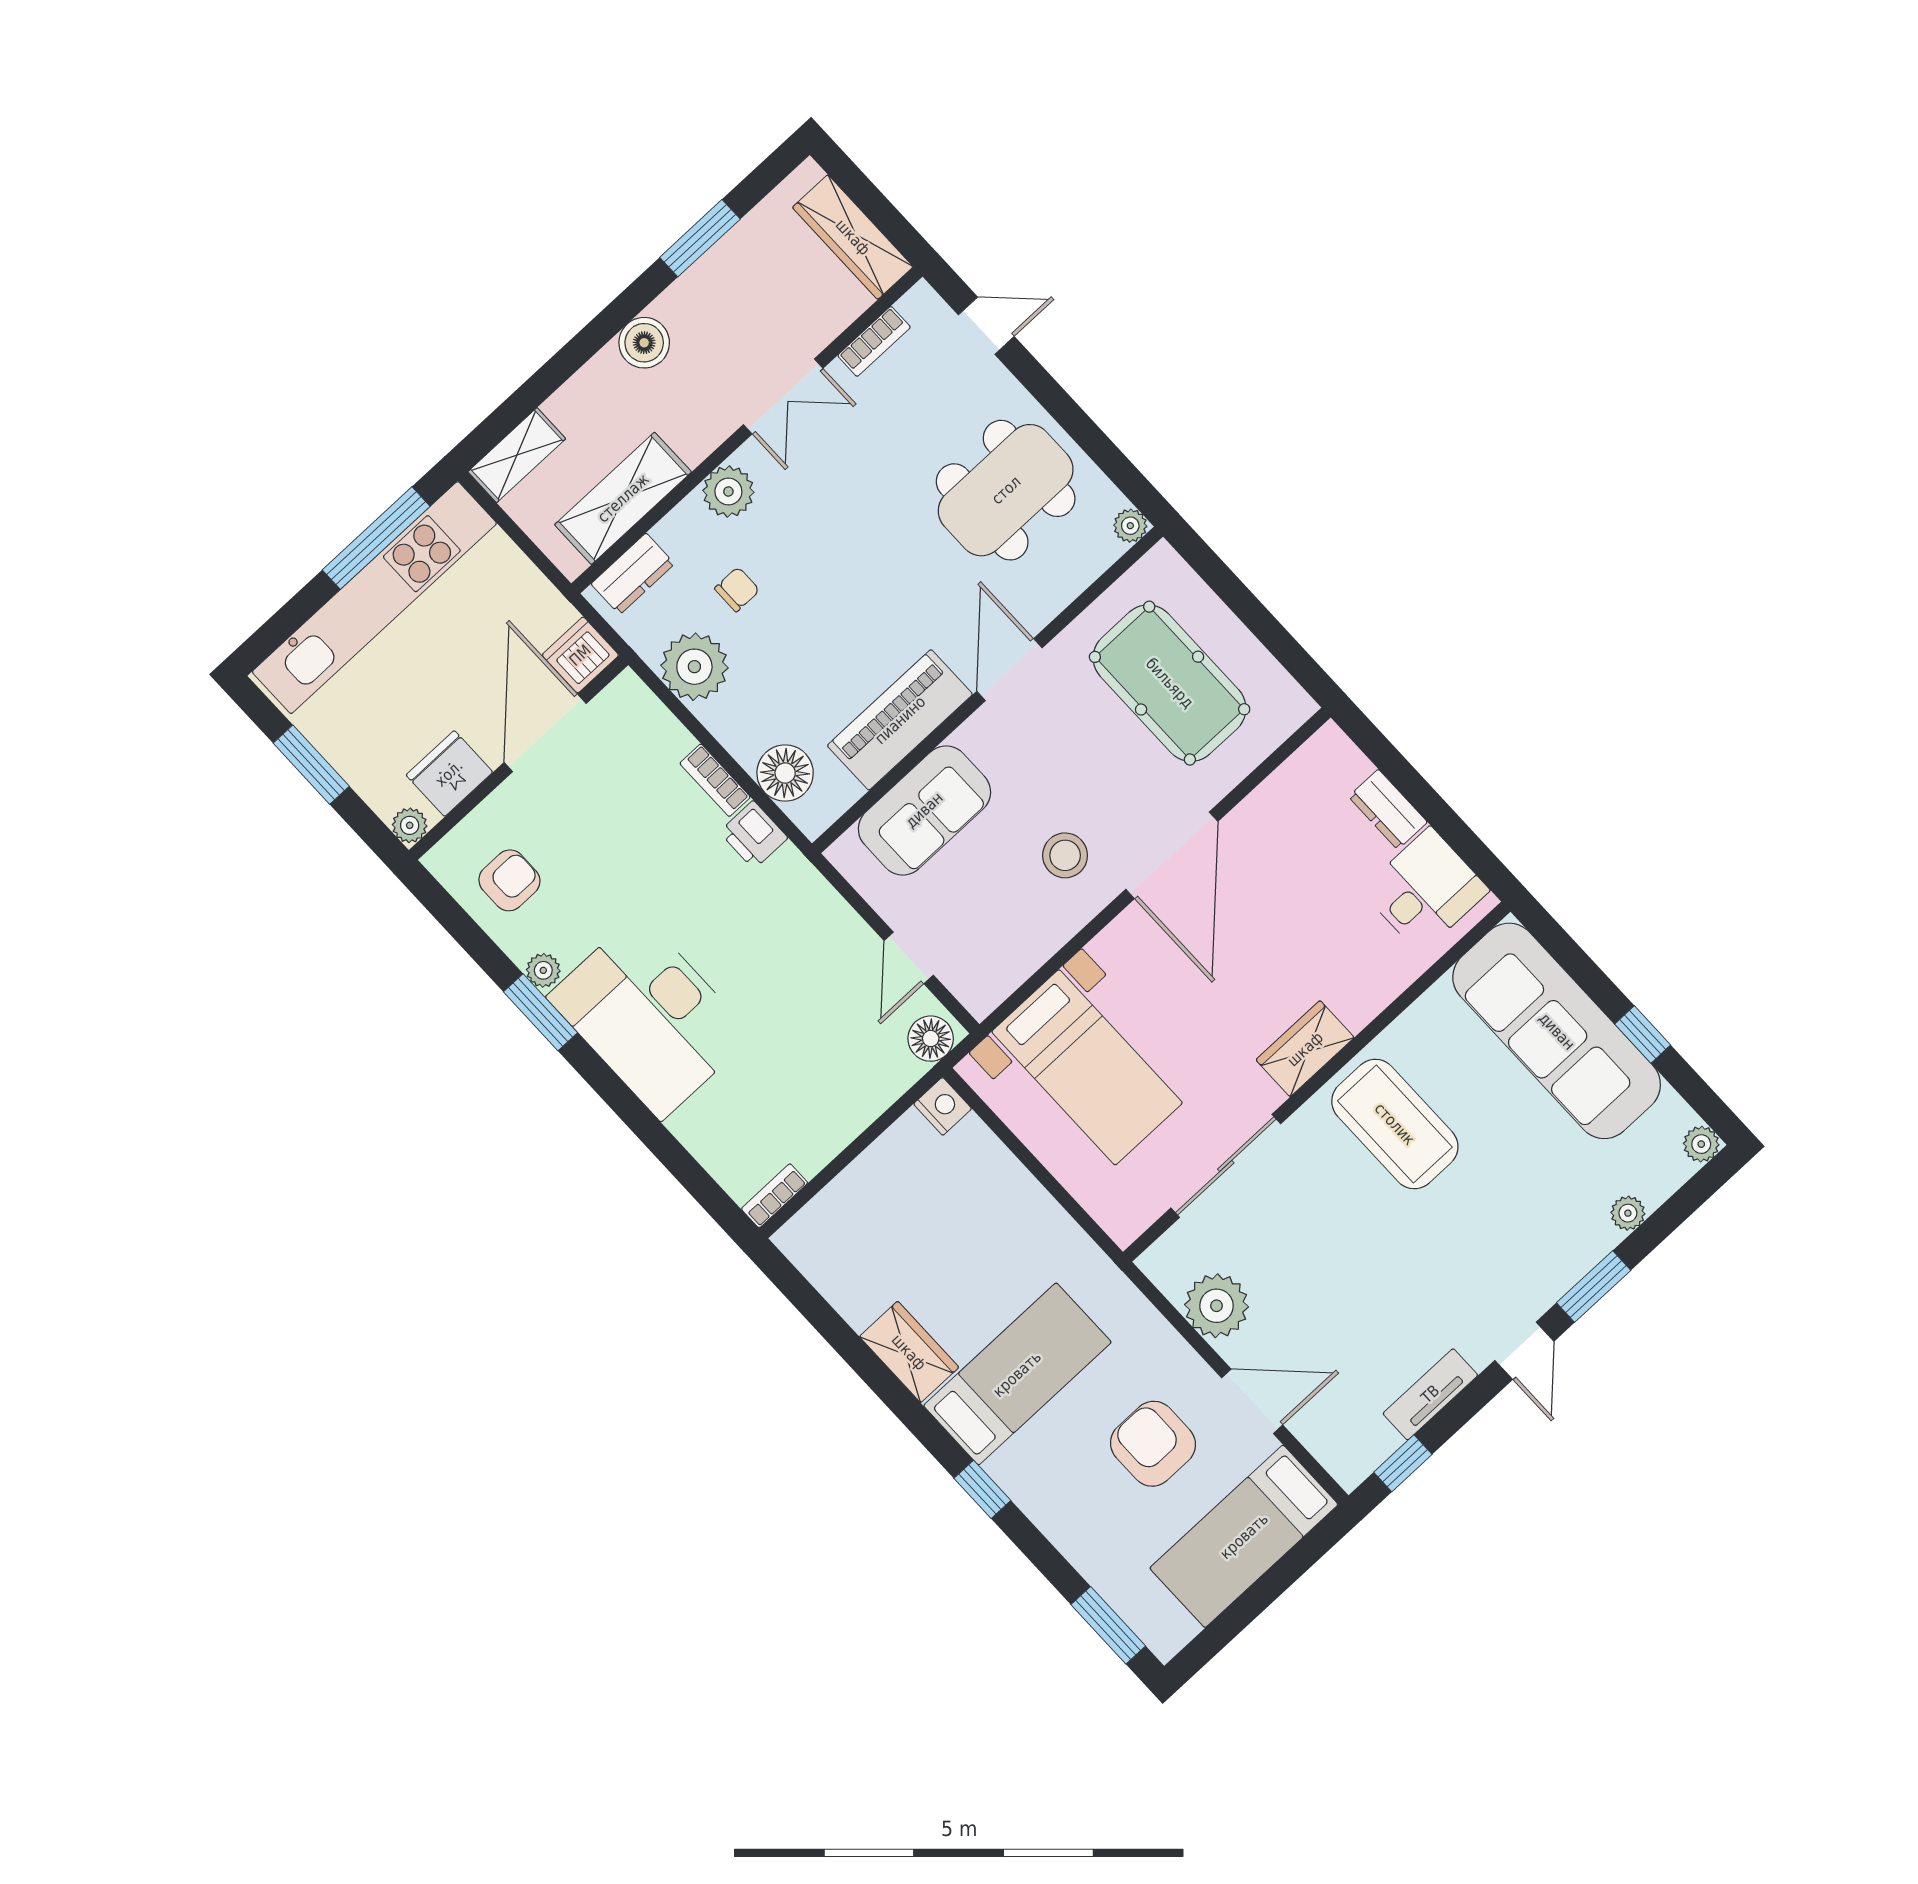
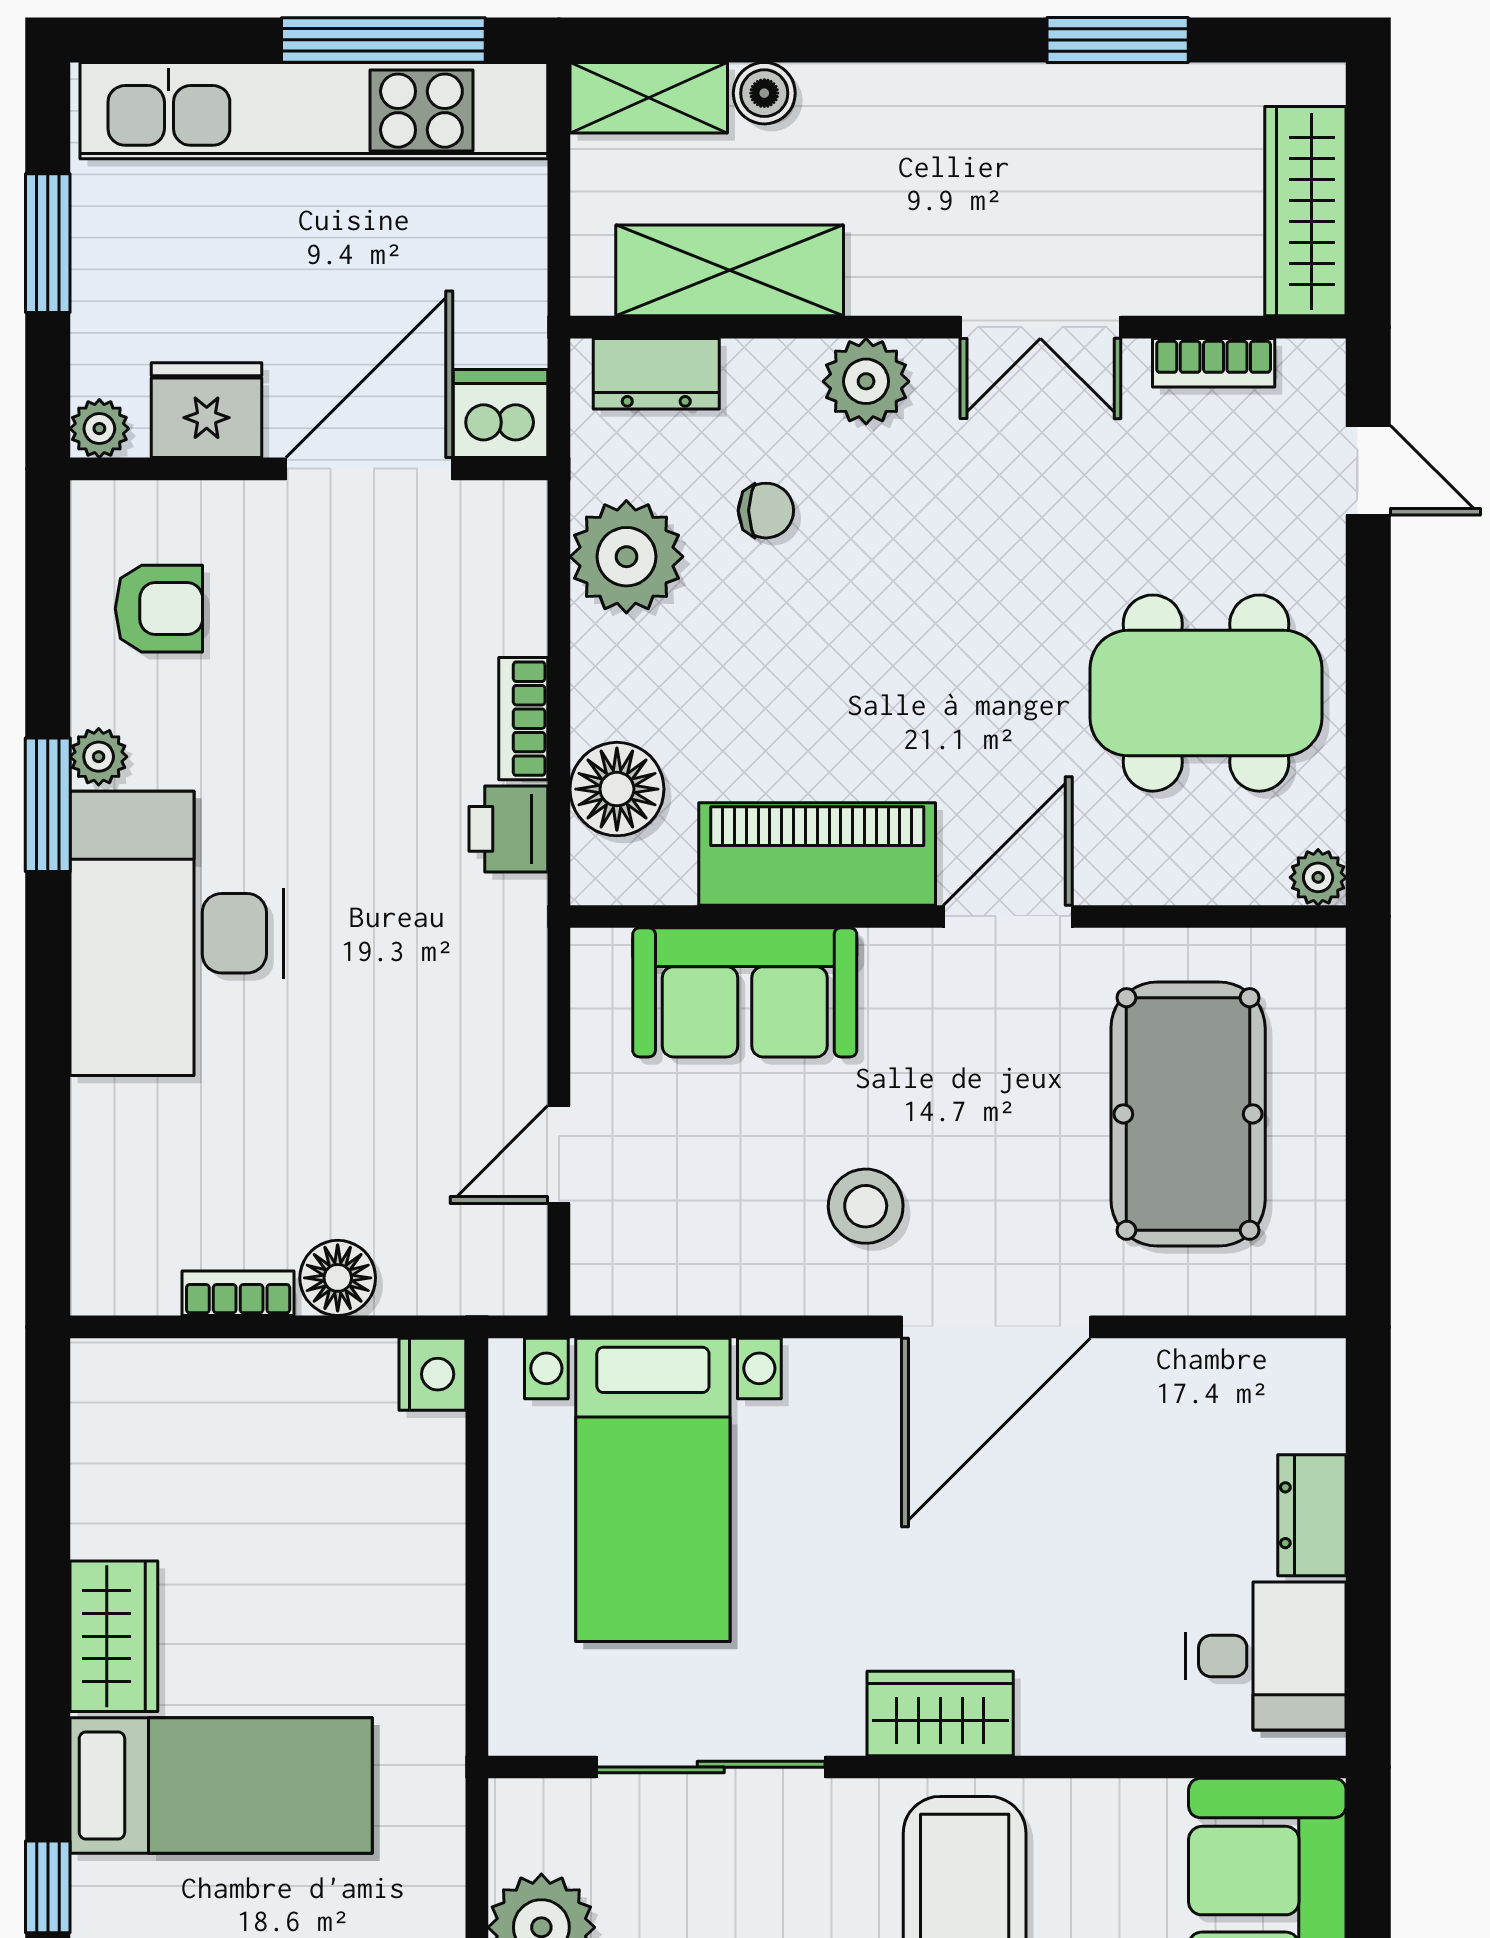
boiler: (644, 343) -> (764, 93), moved, width x0.73, depth x0.73
floor lamp: (931, 1039) -> (338, 1278), moved
bookcase: (775, 1196) -> (238, 1293), moved

